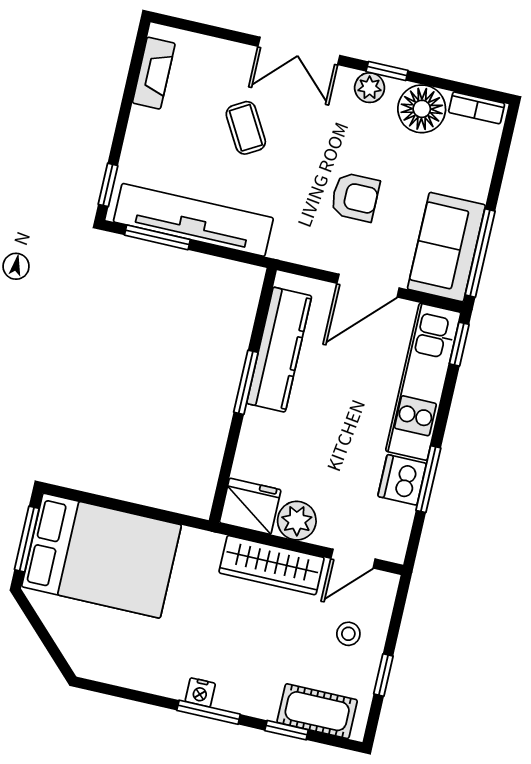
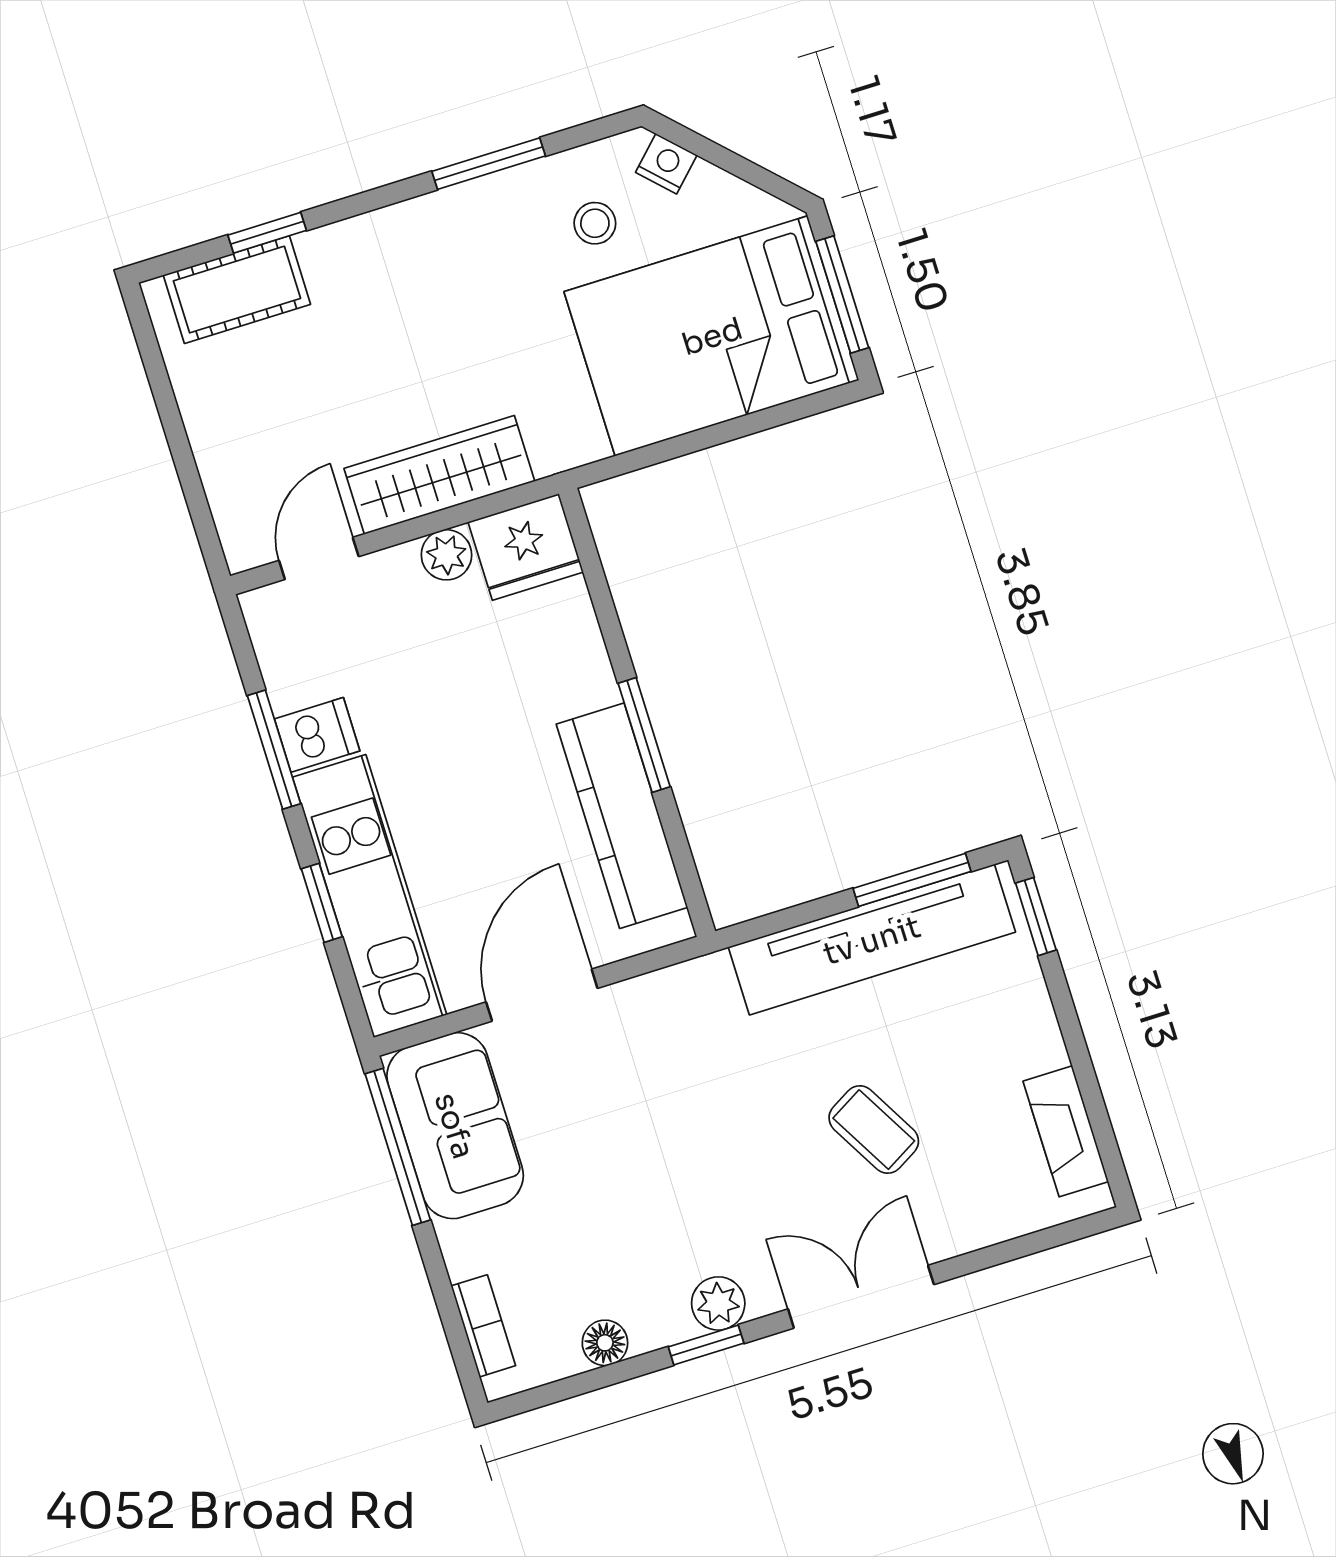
bookcase: (477, 108) -> (483, 1326), moved, turned 90
floor lamp: (422, 109) -> (605, 1343), width x0.53, depth x0.53
armchair: (355, 197) -> (642, 1121), removed
window: (459, 344) -> (322, 903), moved
dishwasher: (402, 480) -> (317, 735), width x0.73
plant: (297, 521) -> (446, 555), width x0.73, depth x0.73
stool: (348, 634) -> (595, 223), moved
window: (383, 675) -> (167, 405), removed
nightstand: (200, 692) -> (666, 164), moved, turned 45
window: (209, 712) -> (489, 164), moved

